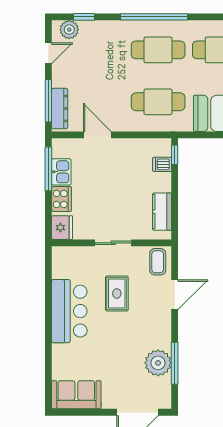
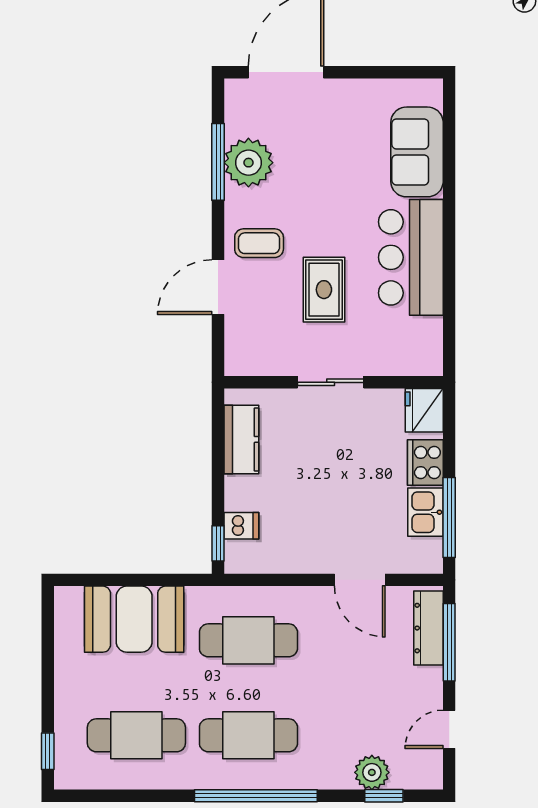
plant: (69, 30) -> (372, 772), moved
coffee table: (158, 262) -> (259, 243), moved, turned 90
sofa: (76, 395) -> (417, 152), moved, turned 90

